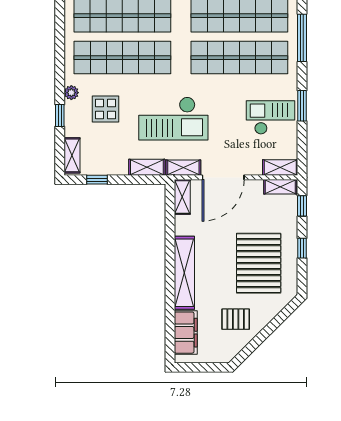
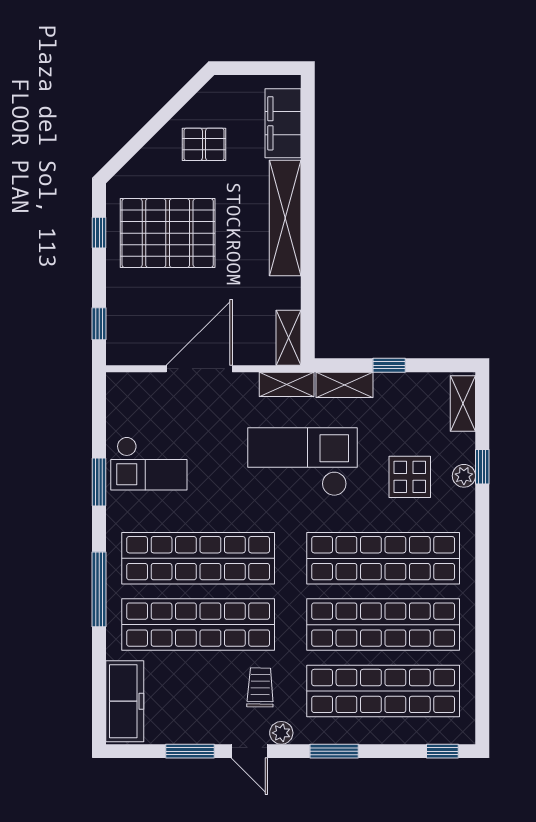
plant: (71, 93) -> (464, 476), moved
shelving: (280, 167) -> (134, 384), removed
door: (223, 177) -> (199, 369), moved
window: (97, 180) -> (389, 365), moved
shelving: (280, 187) -> (134, 354), removed
window: (302, 248) -> (99, 233), moved
pallet: (259, 263) -> (168, 233), turned 90

